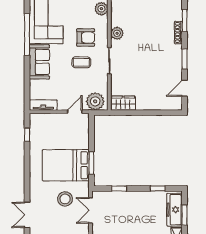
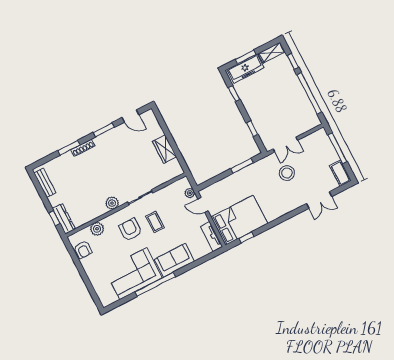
plant: (95, 101) -> (190, 193), width x0.53, depth x0.53
wardrobe: (123, 103) -> (164, 149), moved
bed: (66, 165) -> (239, 220), moved, turned -90

